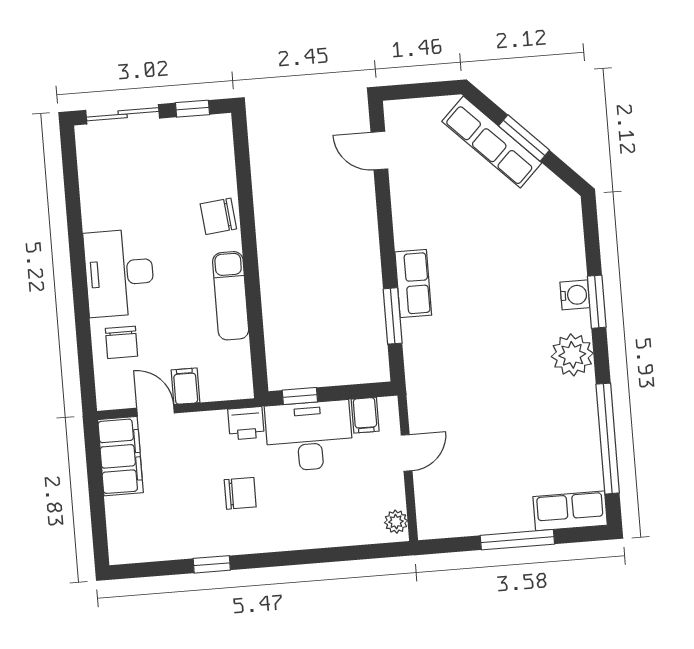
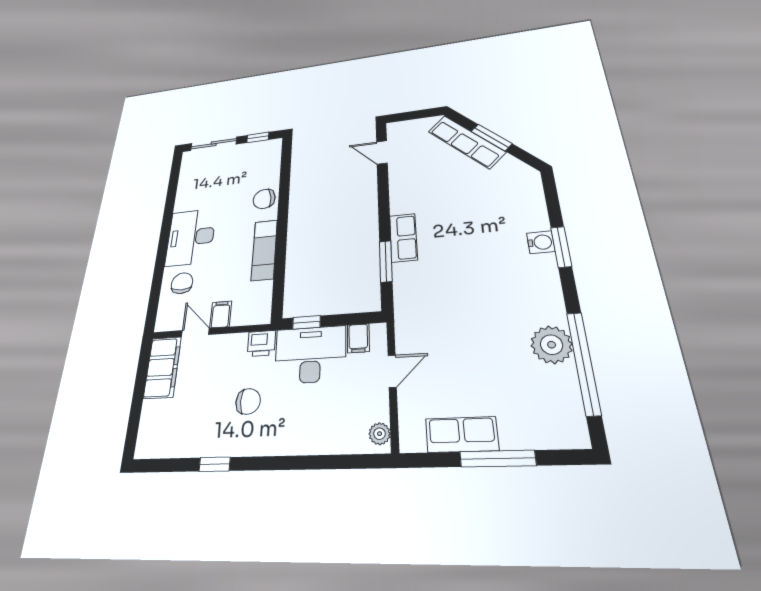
chair: (121, 342) -> (182, 283), turned 180
plant: (572, 355) -> (552, 345), moved
row of seats: (570, 511) -> (462, 434), moved

